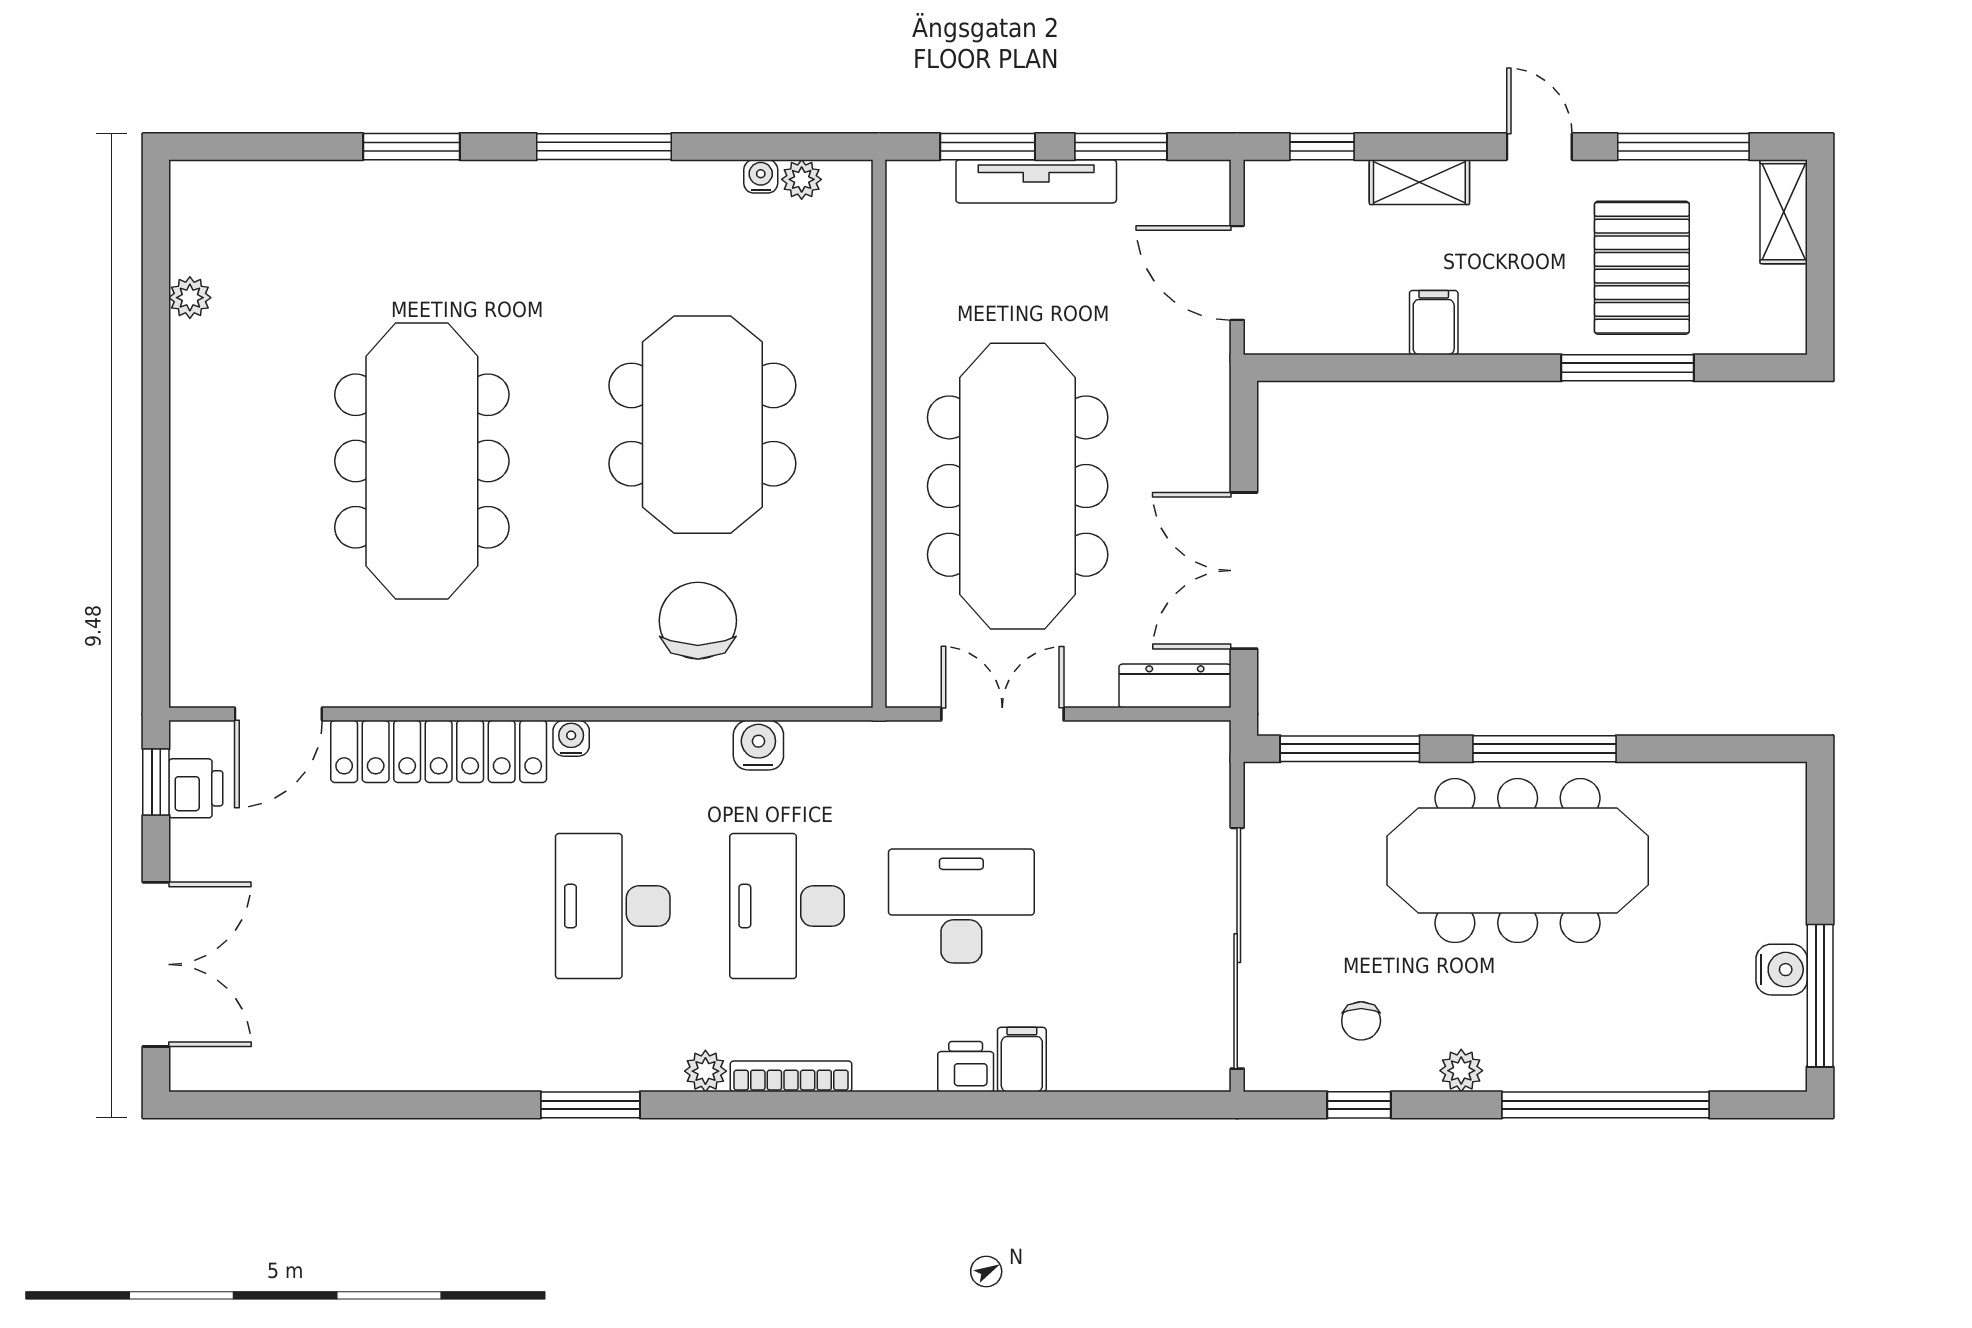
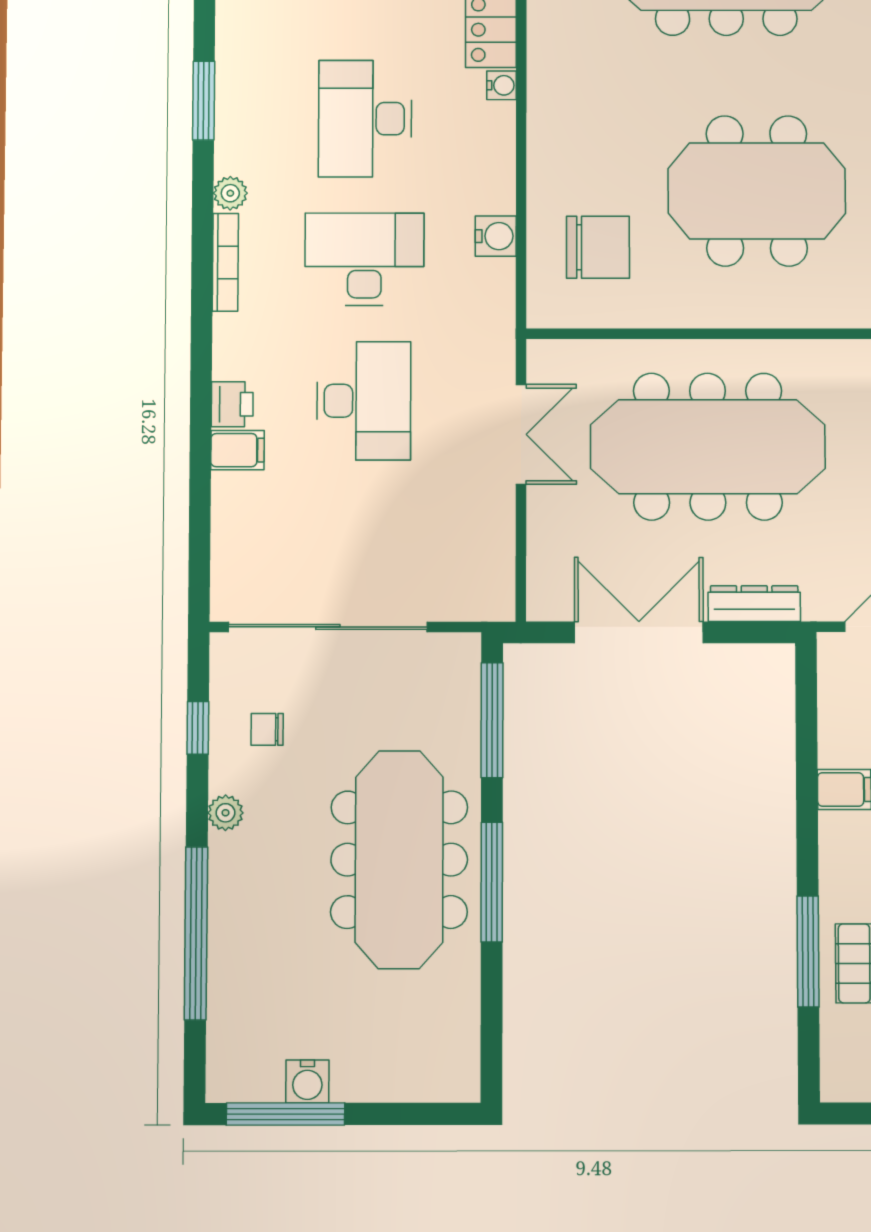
chair: (698, 621) -> (598, 247), moved
dresser: (1175, 686) -> (754, 604), moved, turned -90
desk: (613, 906) -> (365, 119), turned -90

